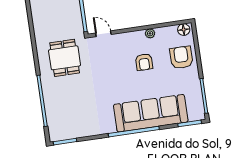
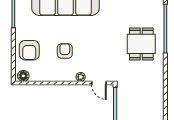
plant: (150, 33) -> (81, 77), moved
dining table: (65, 58) -> (141, 44), moved

